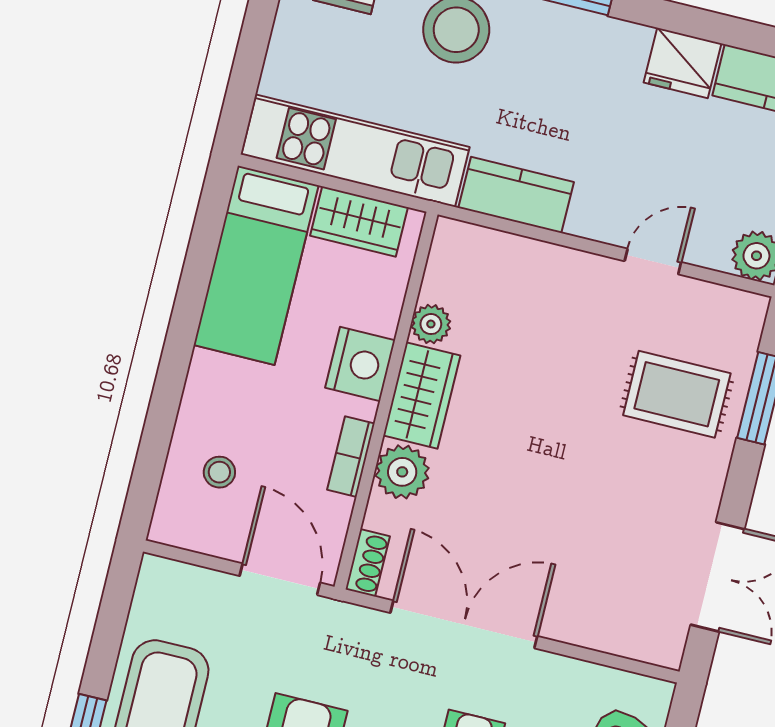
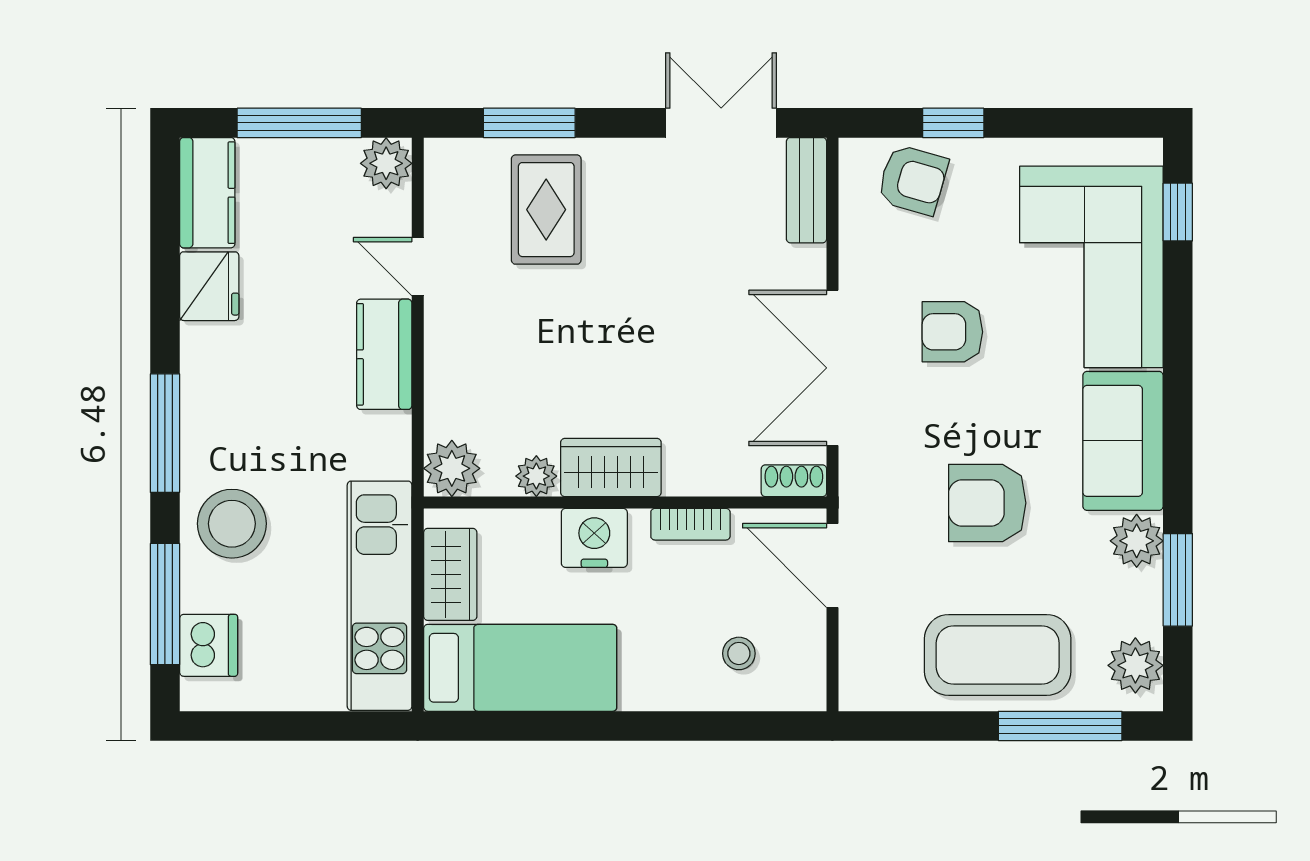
kitchen counter: (516, 195) -> (384, 354), moved
plant: (402, 472) -> (452, 468), moved
door: (280, 579) -> (832, 566), hinge flipped
bench: (635, 641) -> (806, 190), added

